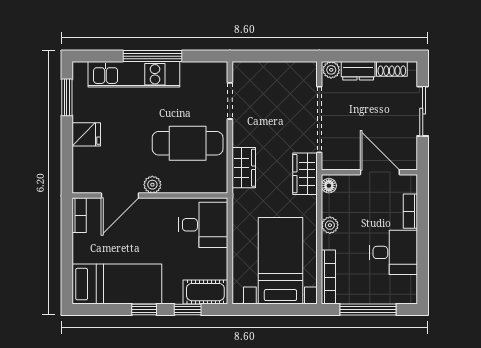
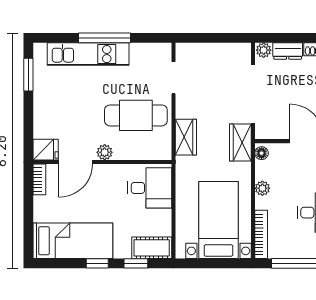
fridge: (86, 134) -> (46, 150), moved

